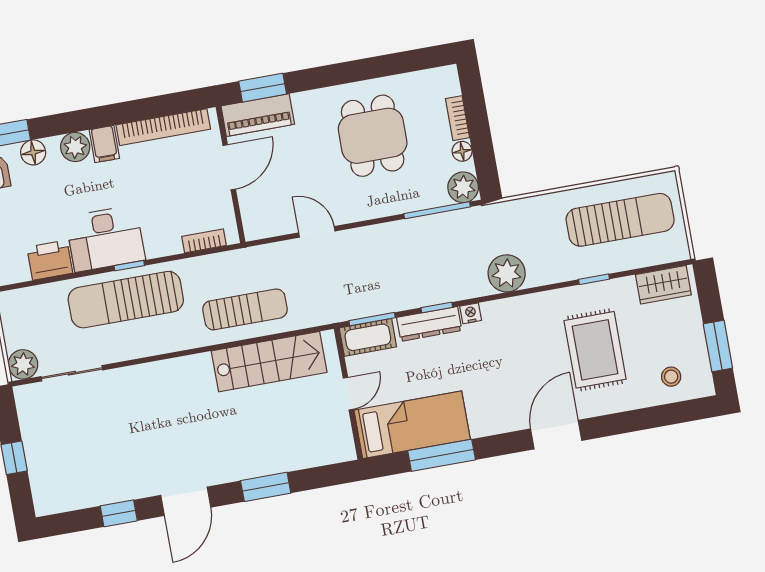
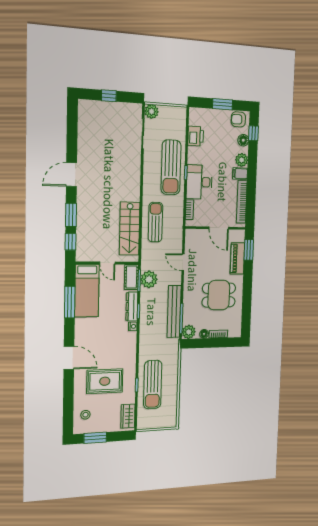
piano: (258, 115) -> (237, 258), moved
sun lounger: (620, 220) -> (153, 385), moved
bench: (424, 230) -> (174, 311), added
door: (317, 232) -> (183, 262), swing flipped
desk: (105, 238) -> (199, 182), moved
plant: (507, 273) -> (149, 279), moved
sun lounger: (126, 300) -> (171, 167), turned 180
sun lounger: (245, 309) -> (155, 222), turned 180
door: (186, 501) -> (72, 175), hinge flipped
window: (119, 513) -> (71, 242), moved

